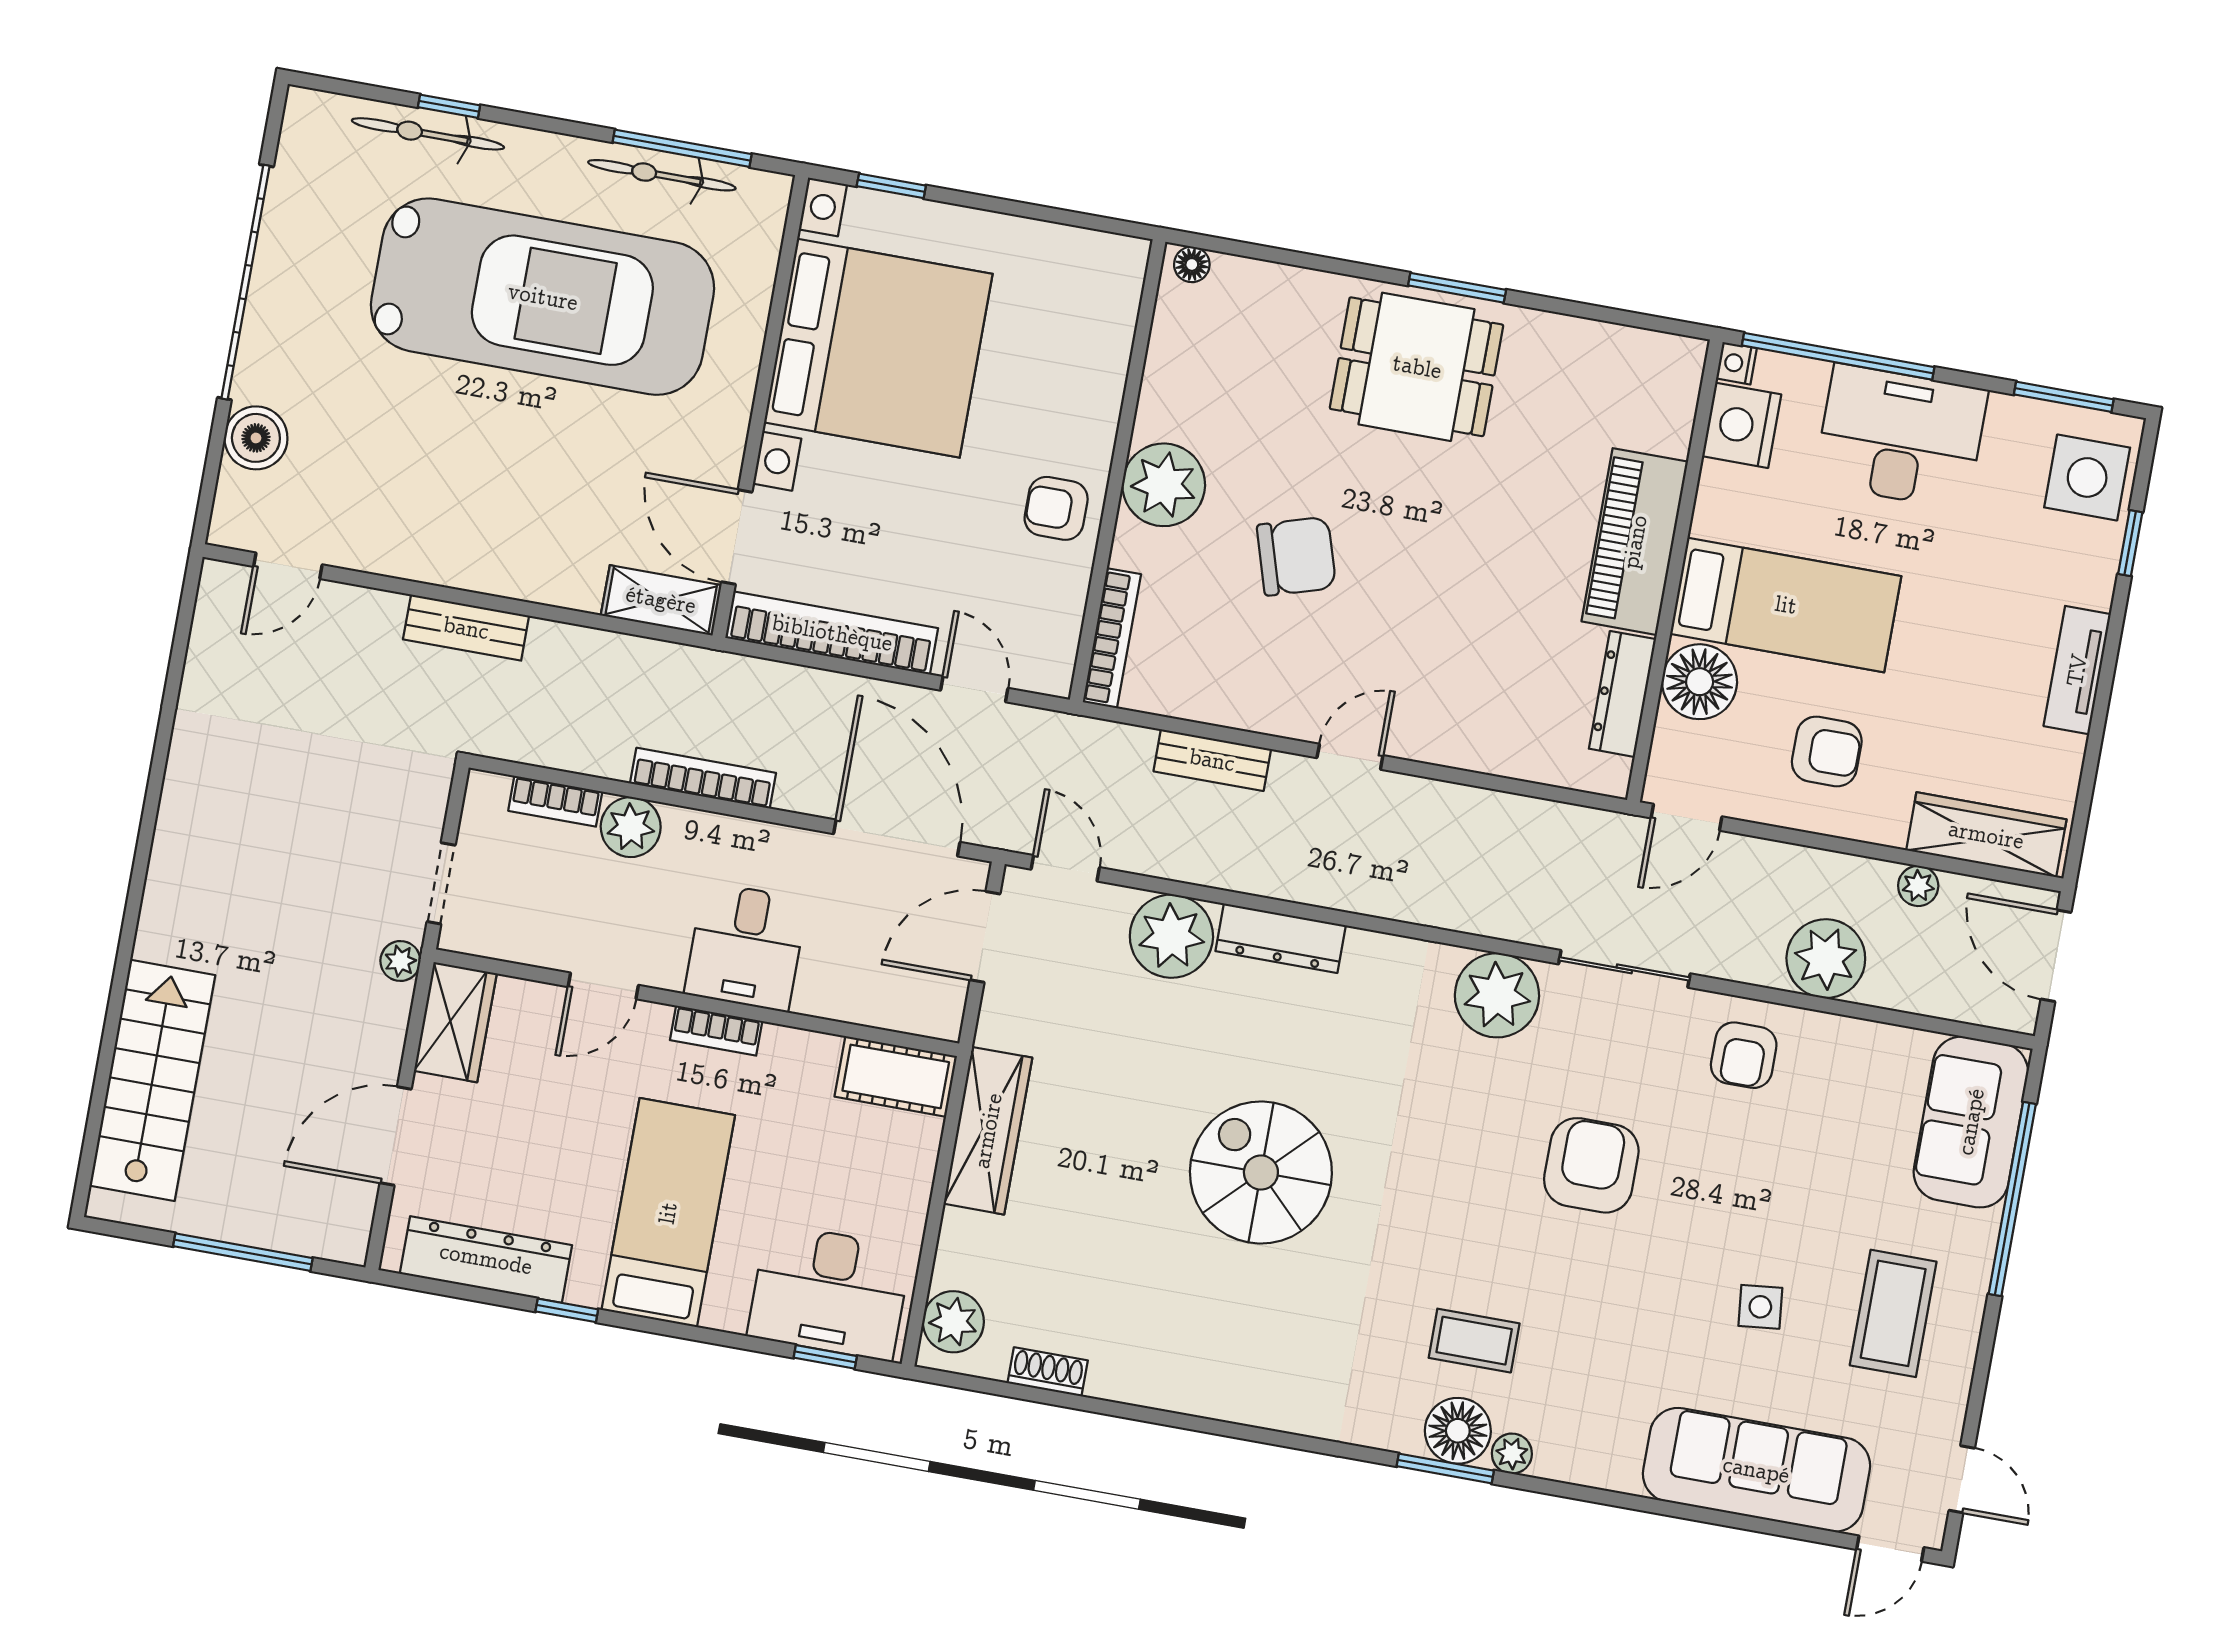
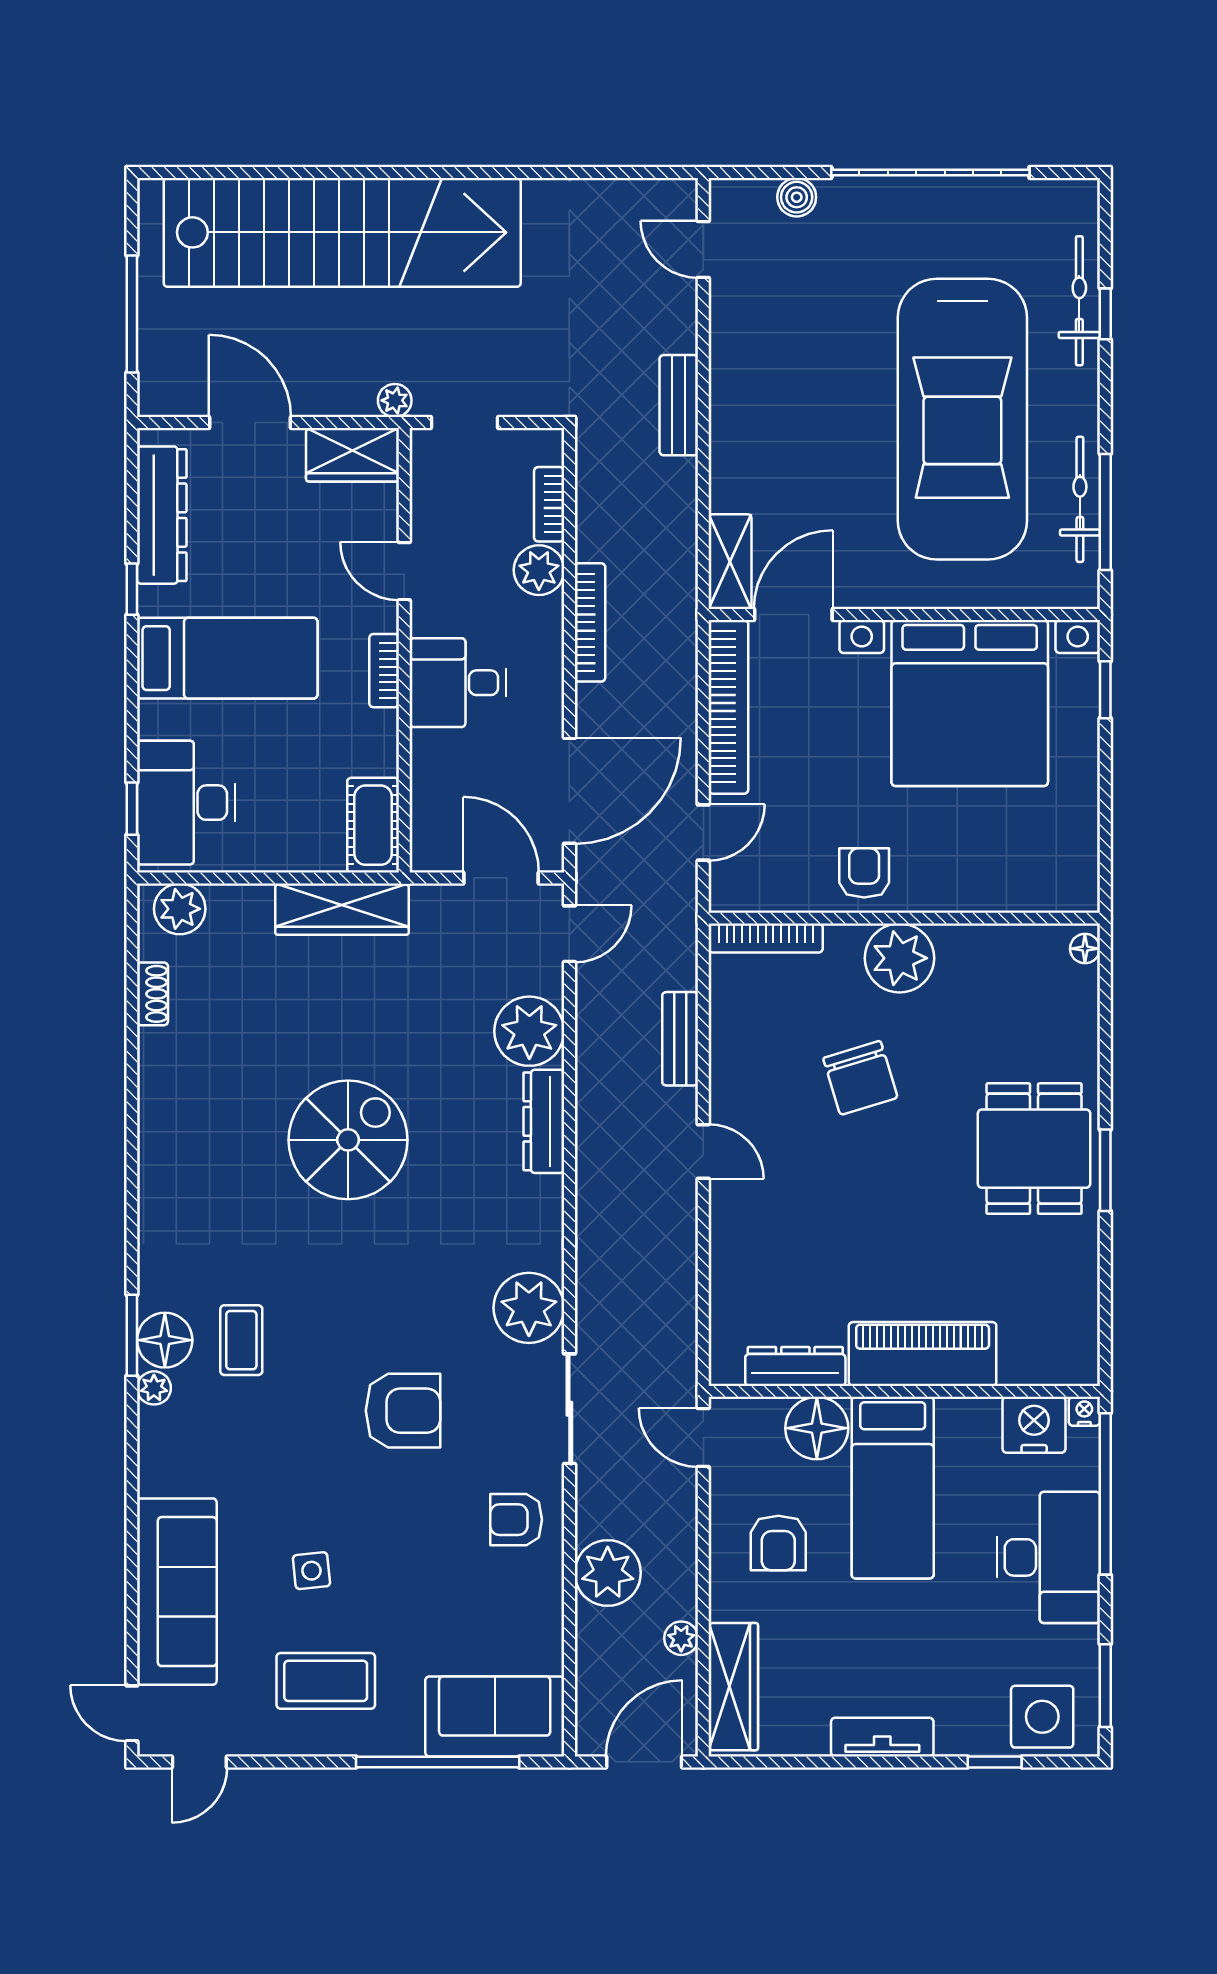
boiler: (256, 438) -> (797, 197), width x0.73, depth x0.73
stairs: (152, 1080) -> (342, 232), width x1.86, depth x1.51

